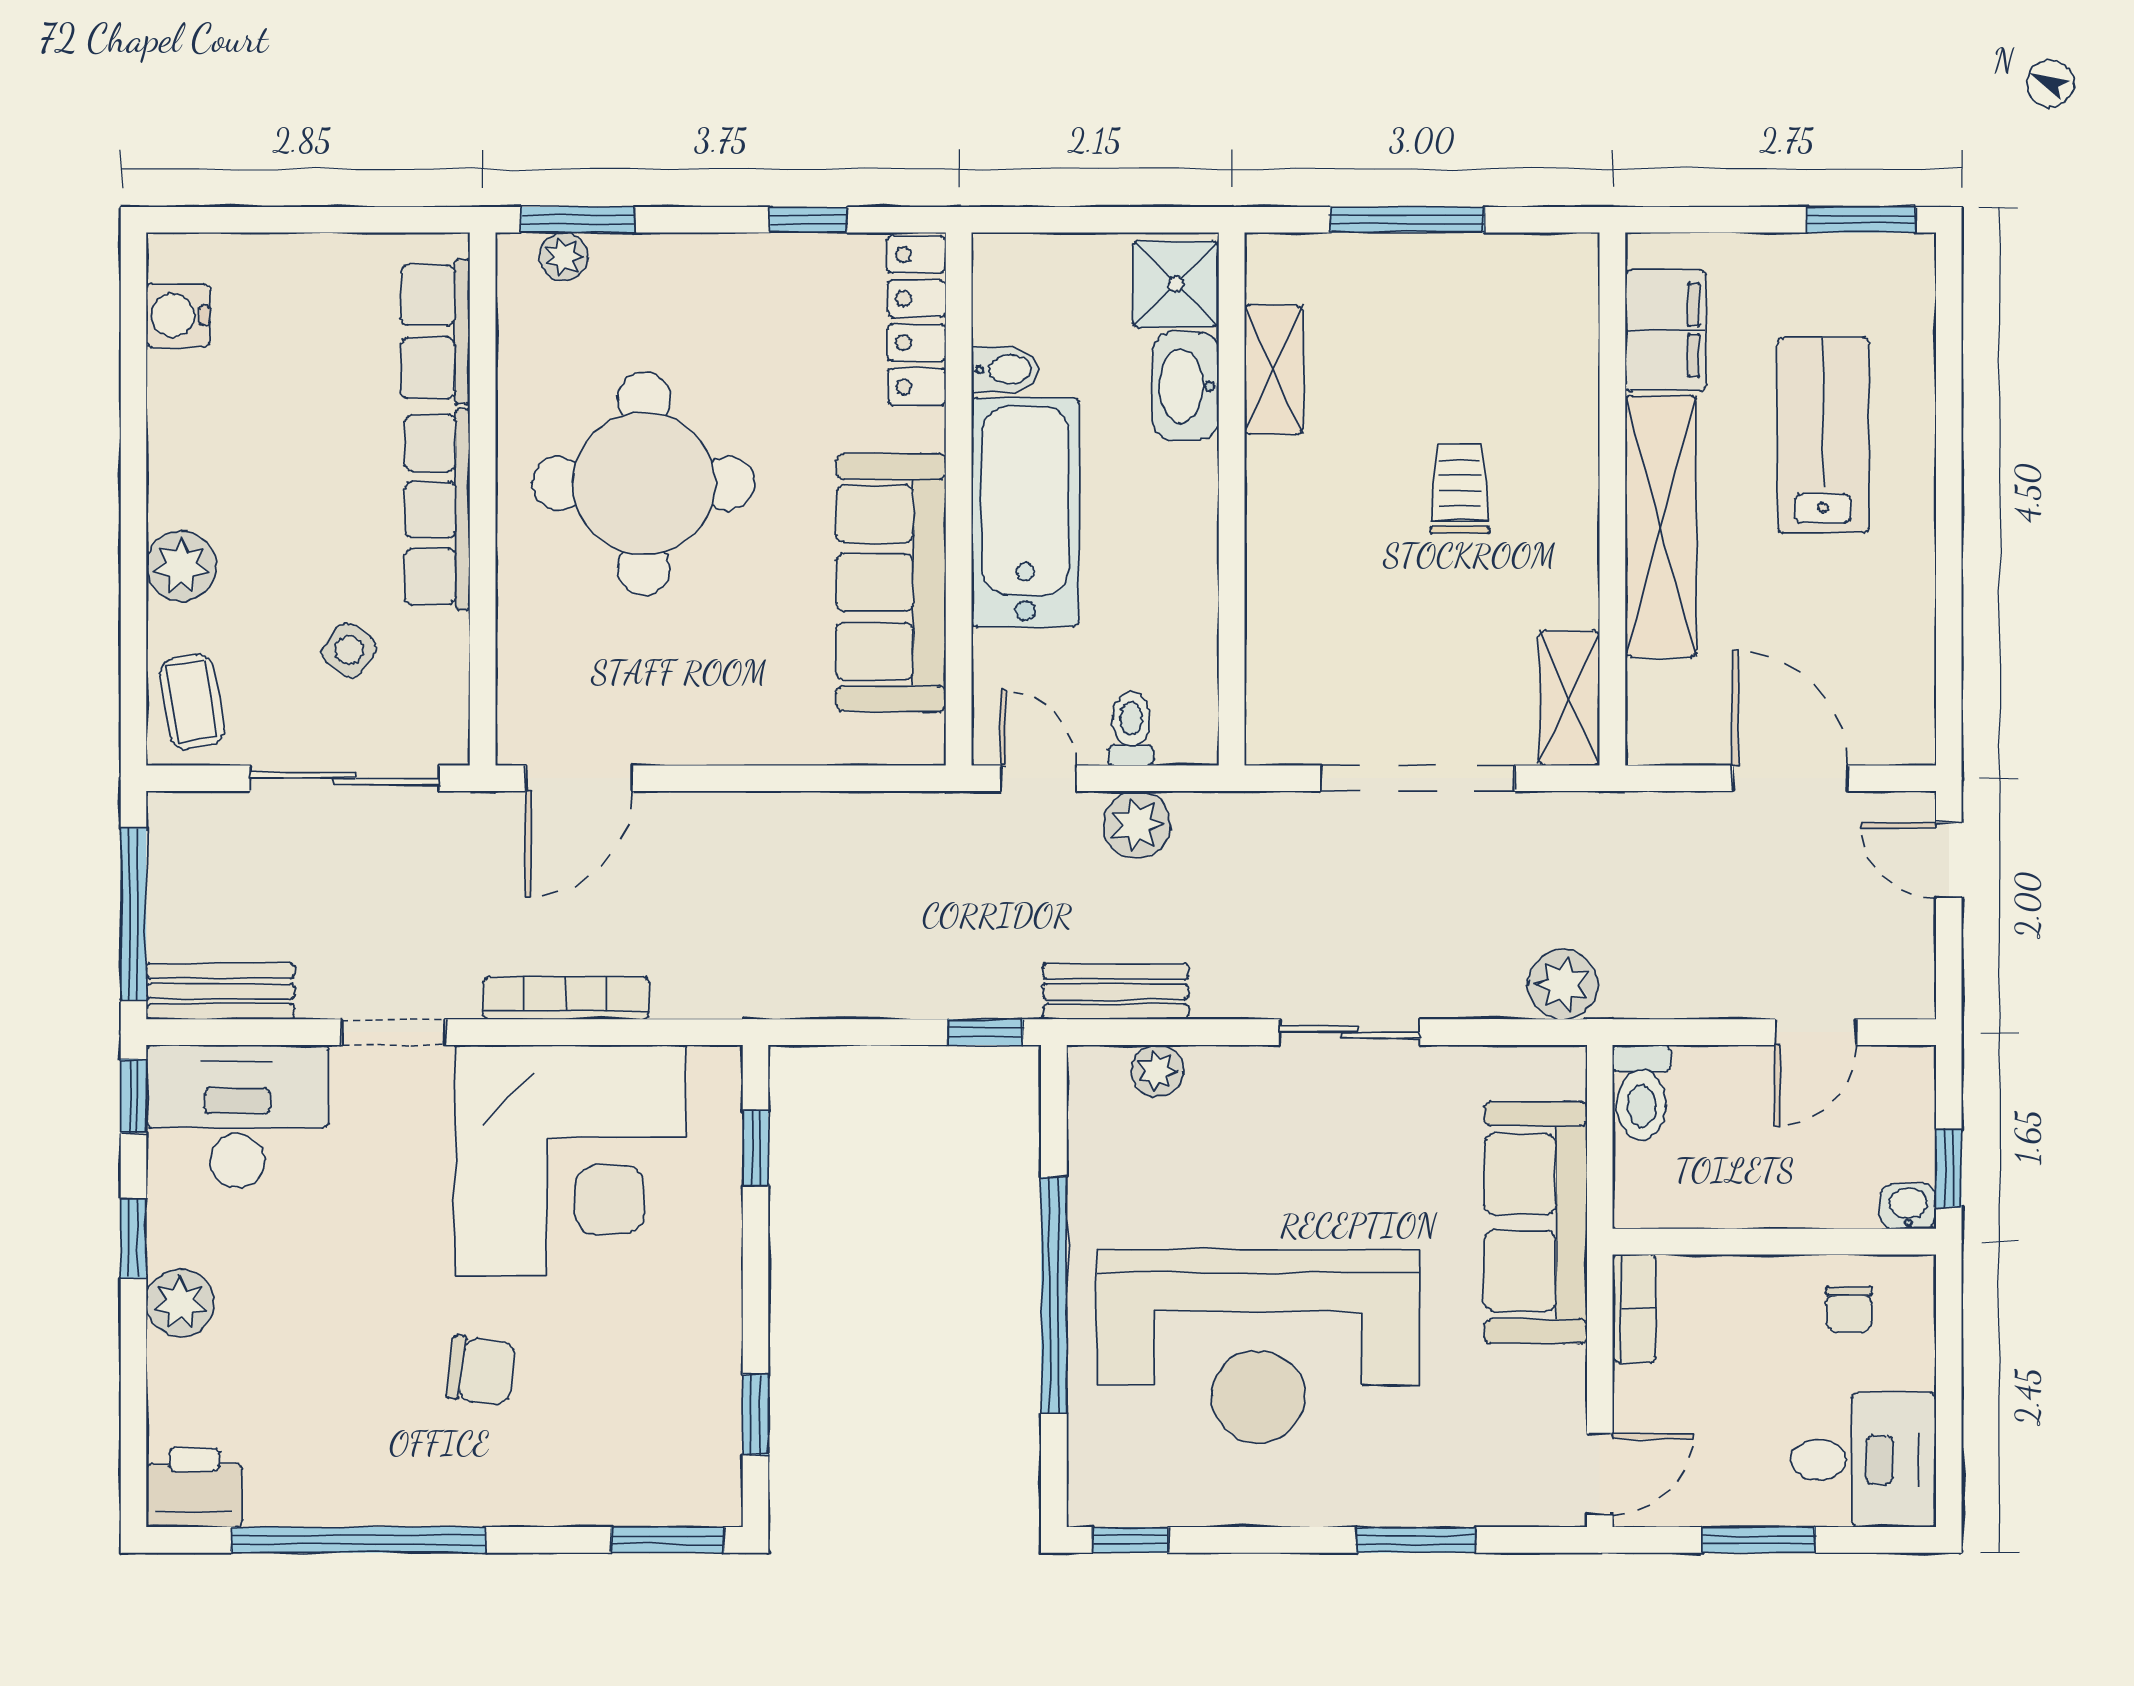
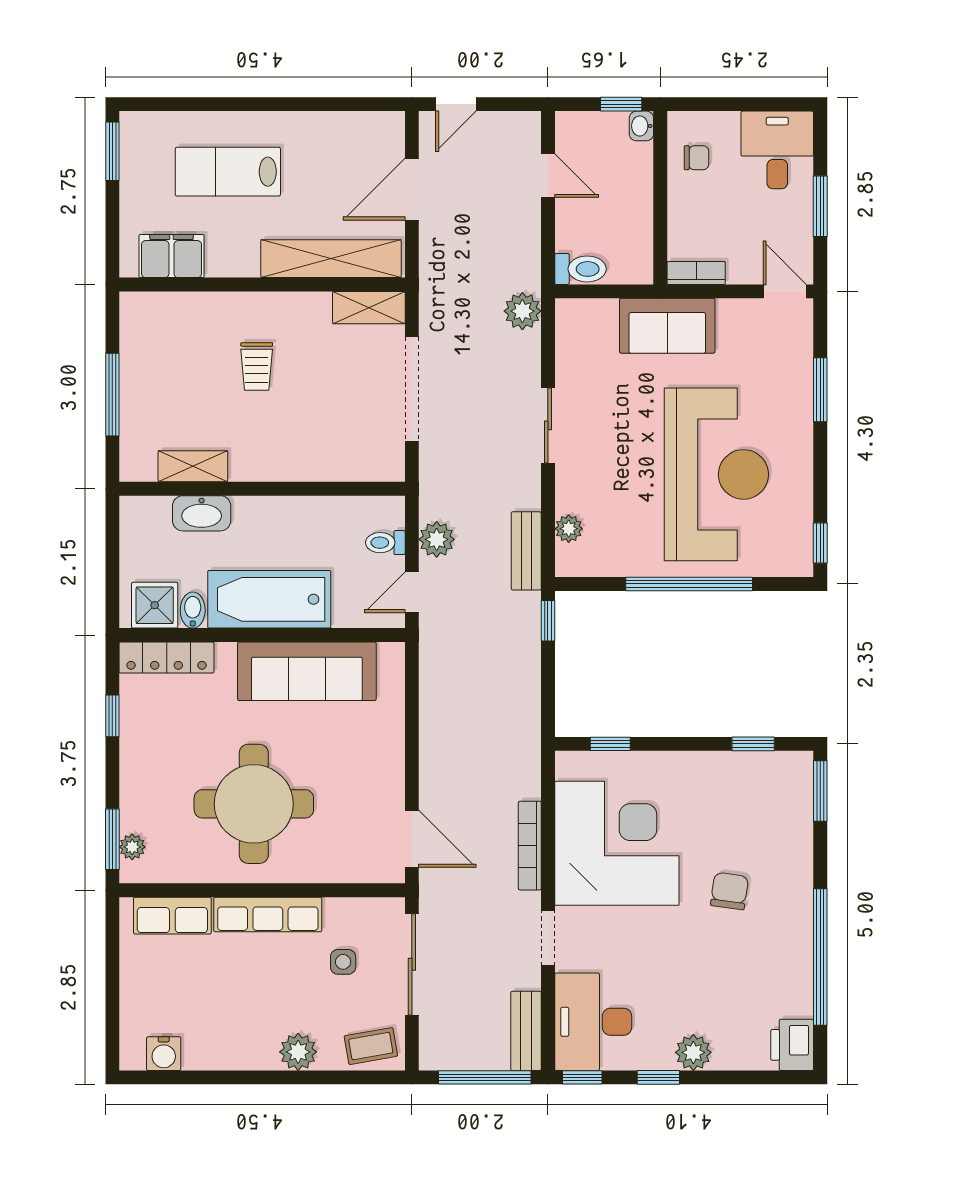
shower: (1176, 284) -> (155, 605), moved
trolley: (1460, 489) -> (257, 366), turned -90
shelving: (1661, 526) -> (331, 259), moved
side table: (349, 650) -> (343, 962), turned -36
sofa: (1536, 1223) -> (667, 326), width x0.73

